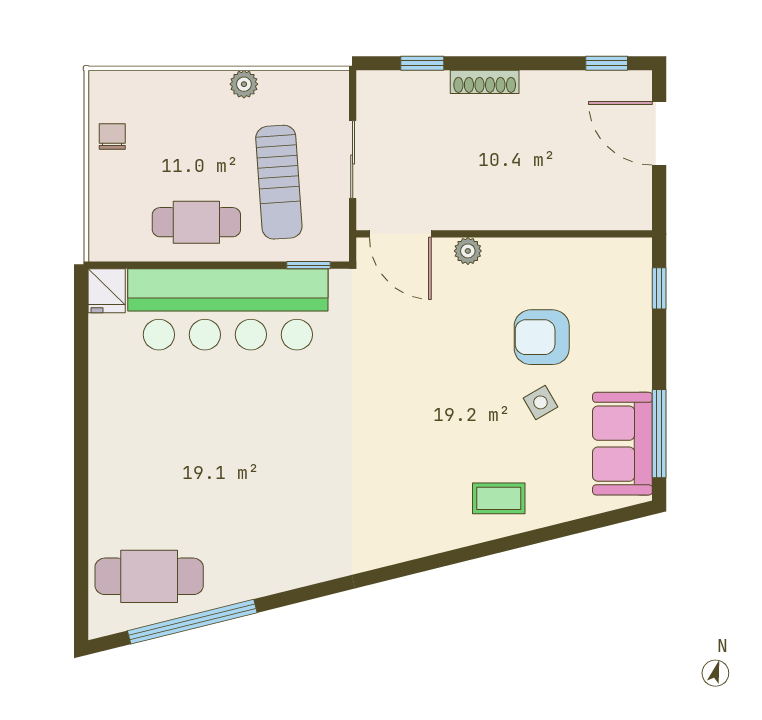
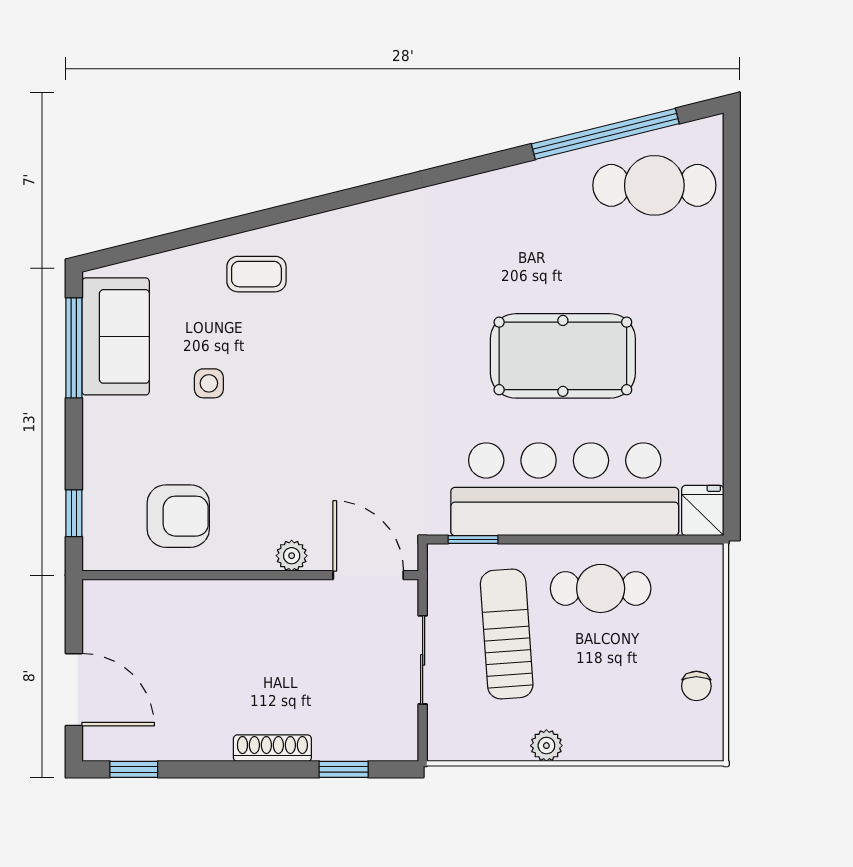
armchair: (542, 337) -> (178, 516), moved
side table: (540, 402) -> (209, 383), turned 30
pool table: (229, 426) -> (563, 356), added

